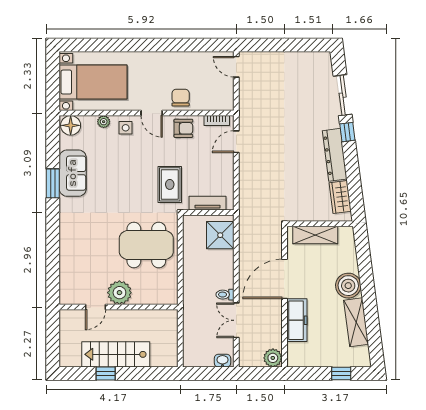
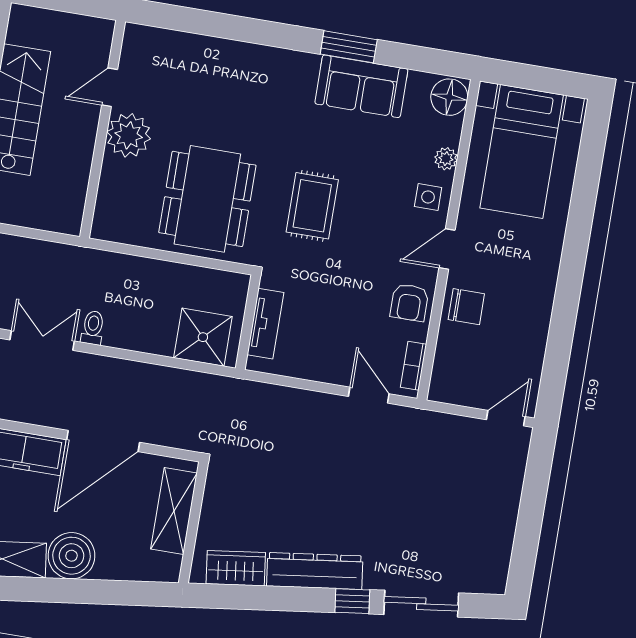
rug: (170, 184) -> (312, 206), moved, turned 90
door: (284, 279) -> (103, 441), swing flipped
door: (96, 307) -> (110, 87), hinge flipped

